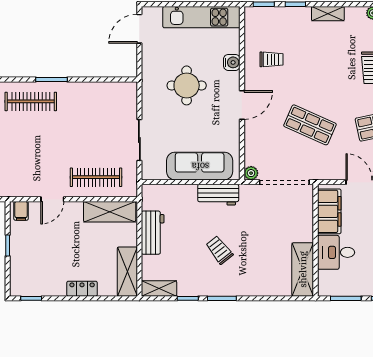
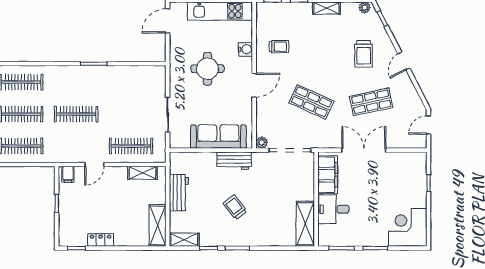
clothes rail: (31, 101) -> (76, 114), moved
shelving: (110, 212) -> (143, 173), width x0.67, depth x0.75
locker: (82, 289) -> (101, 240), moved

